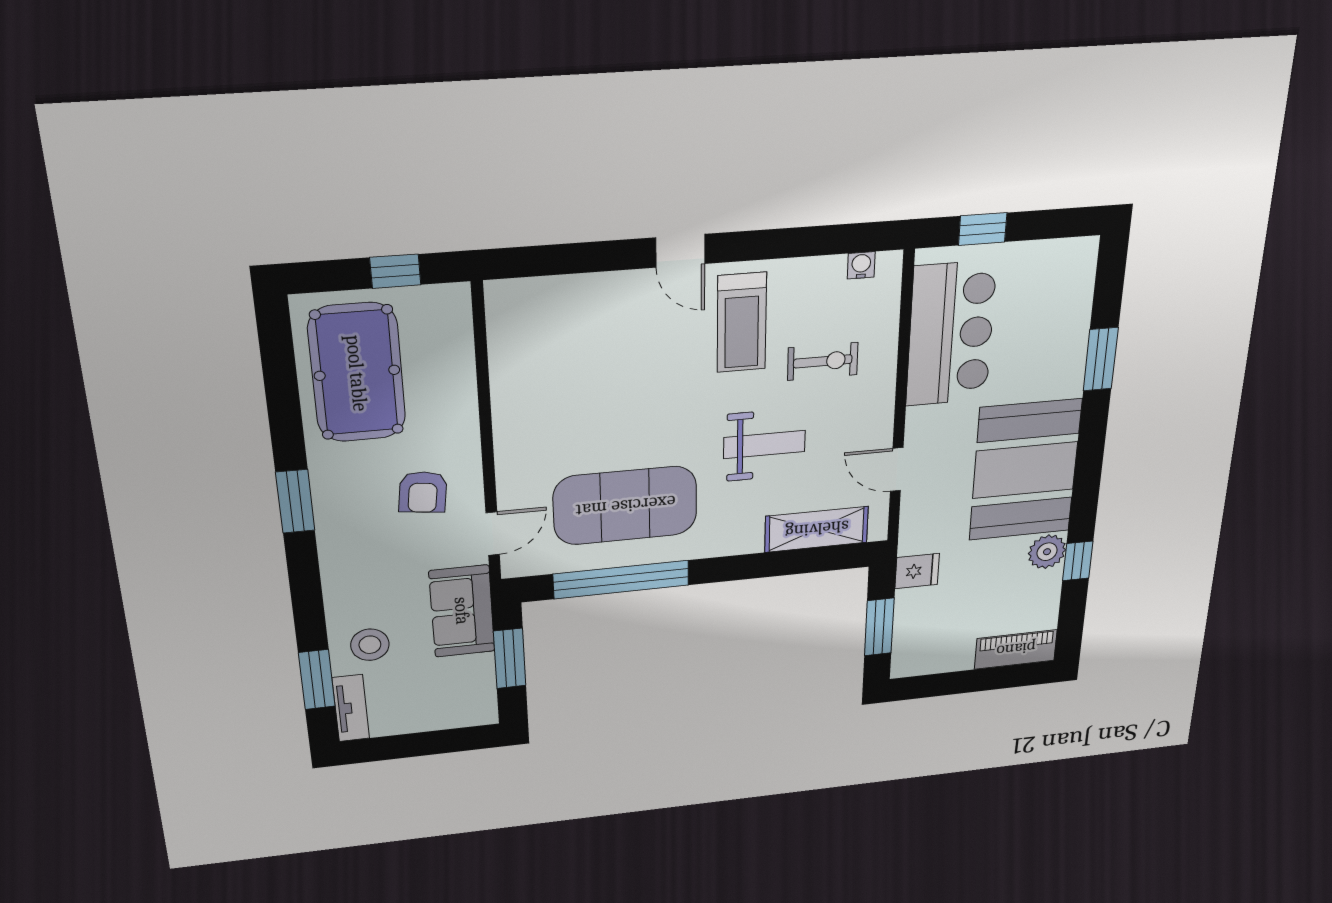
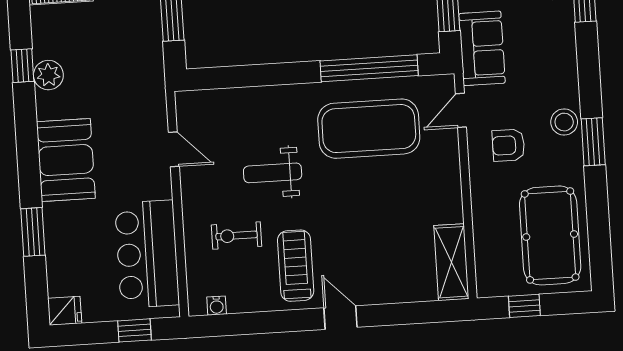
booth: (1025, 470) -> (66, 160), width x0.73, depth x0.70
armchair: (423, 492) -> (508, 145), turned -97
shelving: (817, 529) -> (451, 262), moved, turned 90
fridge: (917, 571) -> (65, 311), moved, turned 180
stool: (370, 645) -> (564, 122), moved

